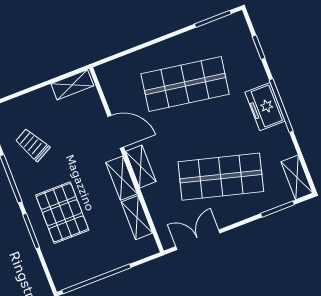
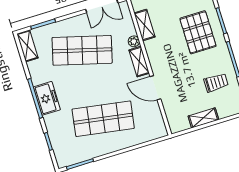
shelving: (72, 85) -> (203, 118), moved
trolley: (32, 145) -> (216, 83), turned -62
shelving: (122, 178) -> (154, 54), removed
plant: (150, 194) -> (134, 41), added

